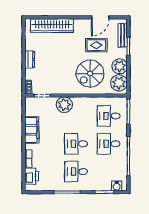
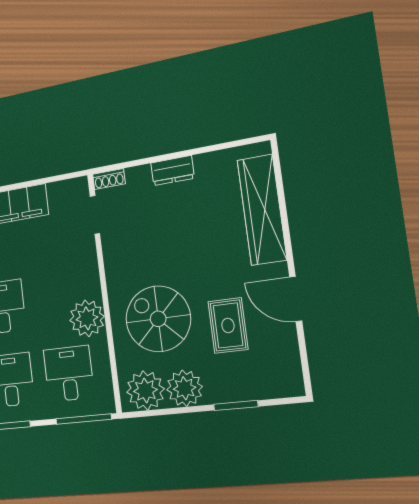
door: (100, 17) -> (296, 299), moved
bench: (123, 35) -> (261, 388), removed
plant: (64, 105) -> (87, 318), moved

